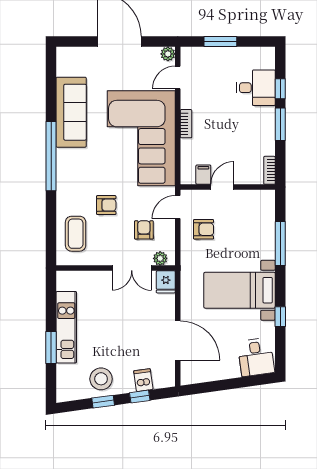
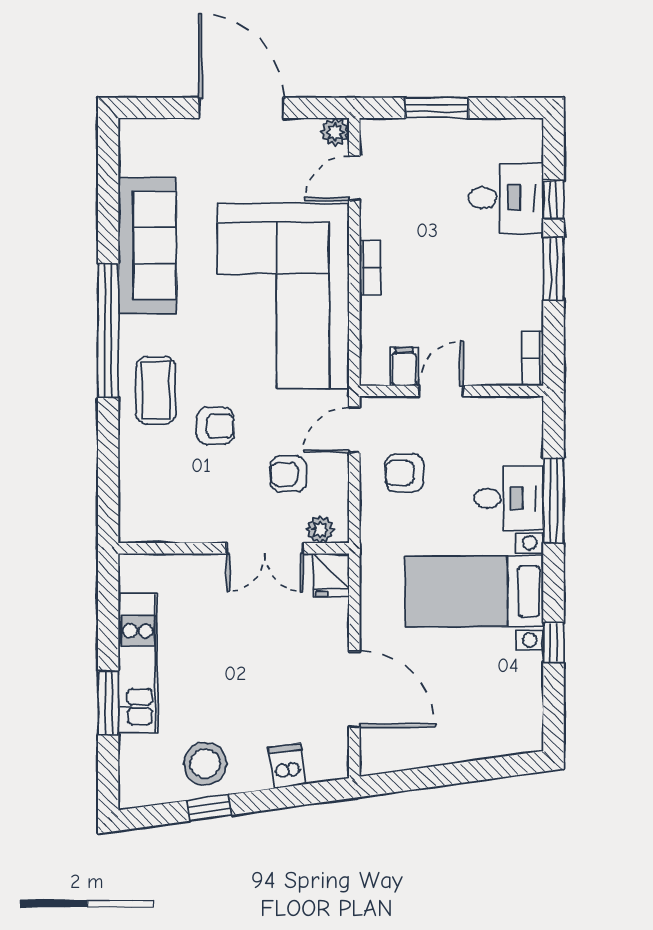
armchair: (204, 229) -> (404, 473), turned 180
armchair: (144, 230) -> (289, 474), turned -90
coffee table: (76, 234) -> (156, 390), moved
desk: (256, 357) -> (509, 498), moved, turned -82
window: (140, 397) -> (280, 798), removed

